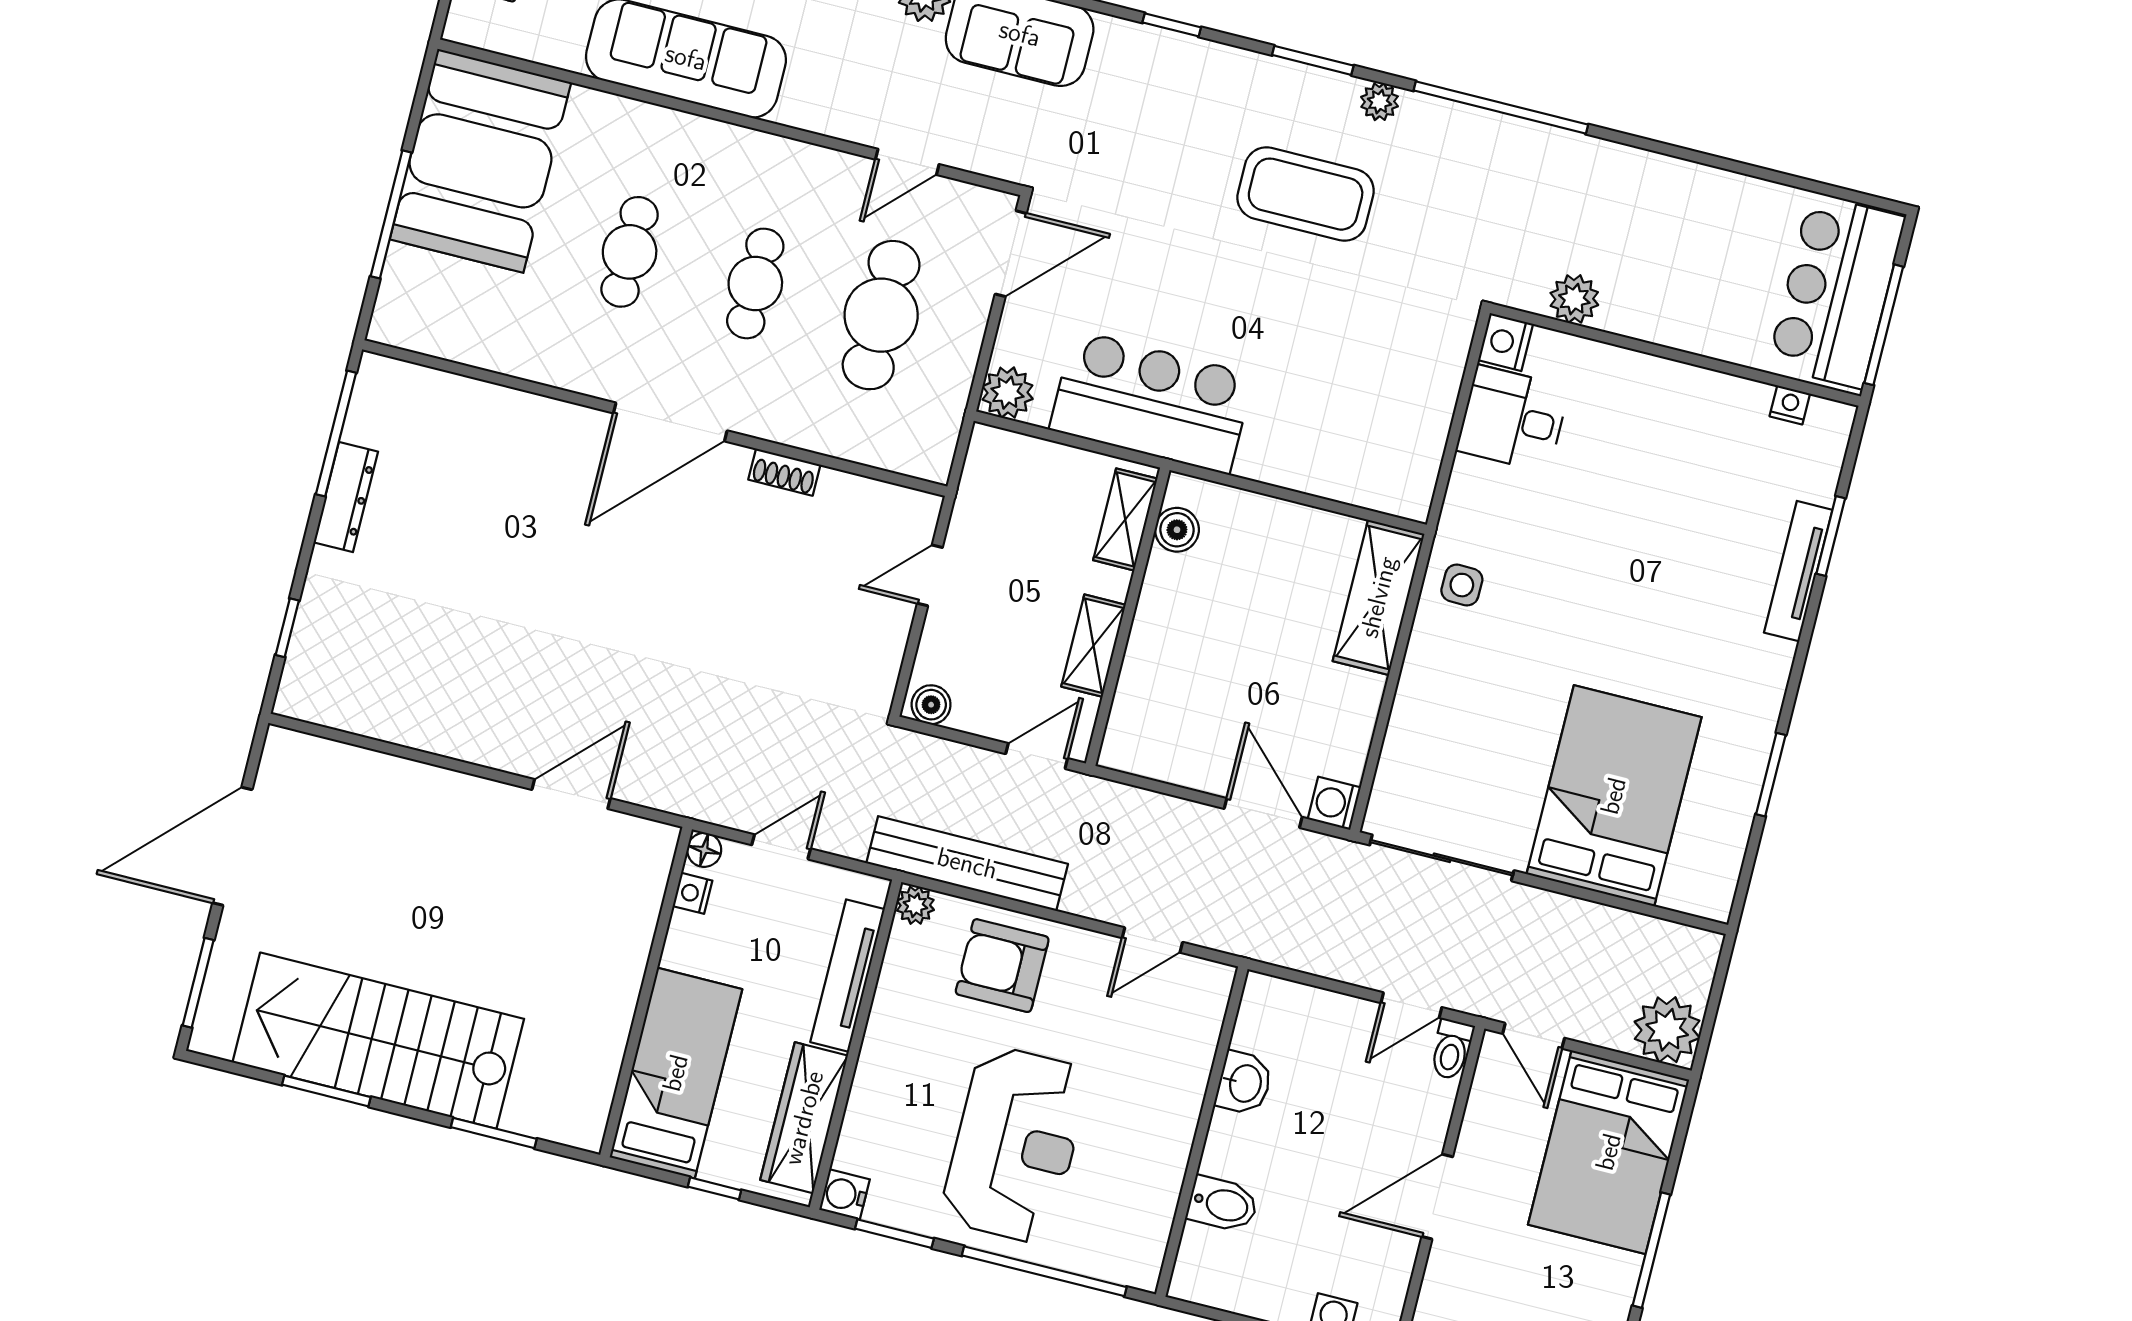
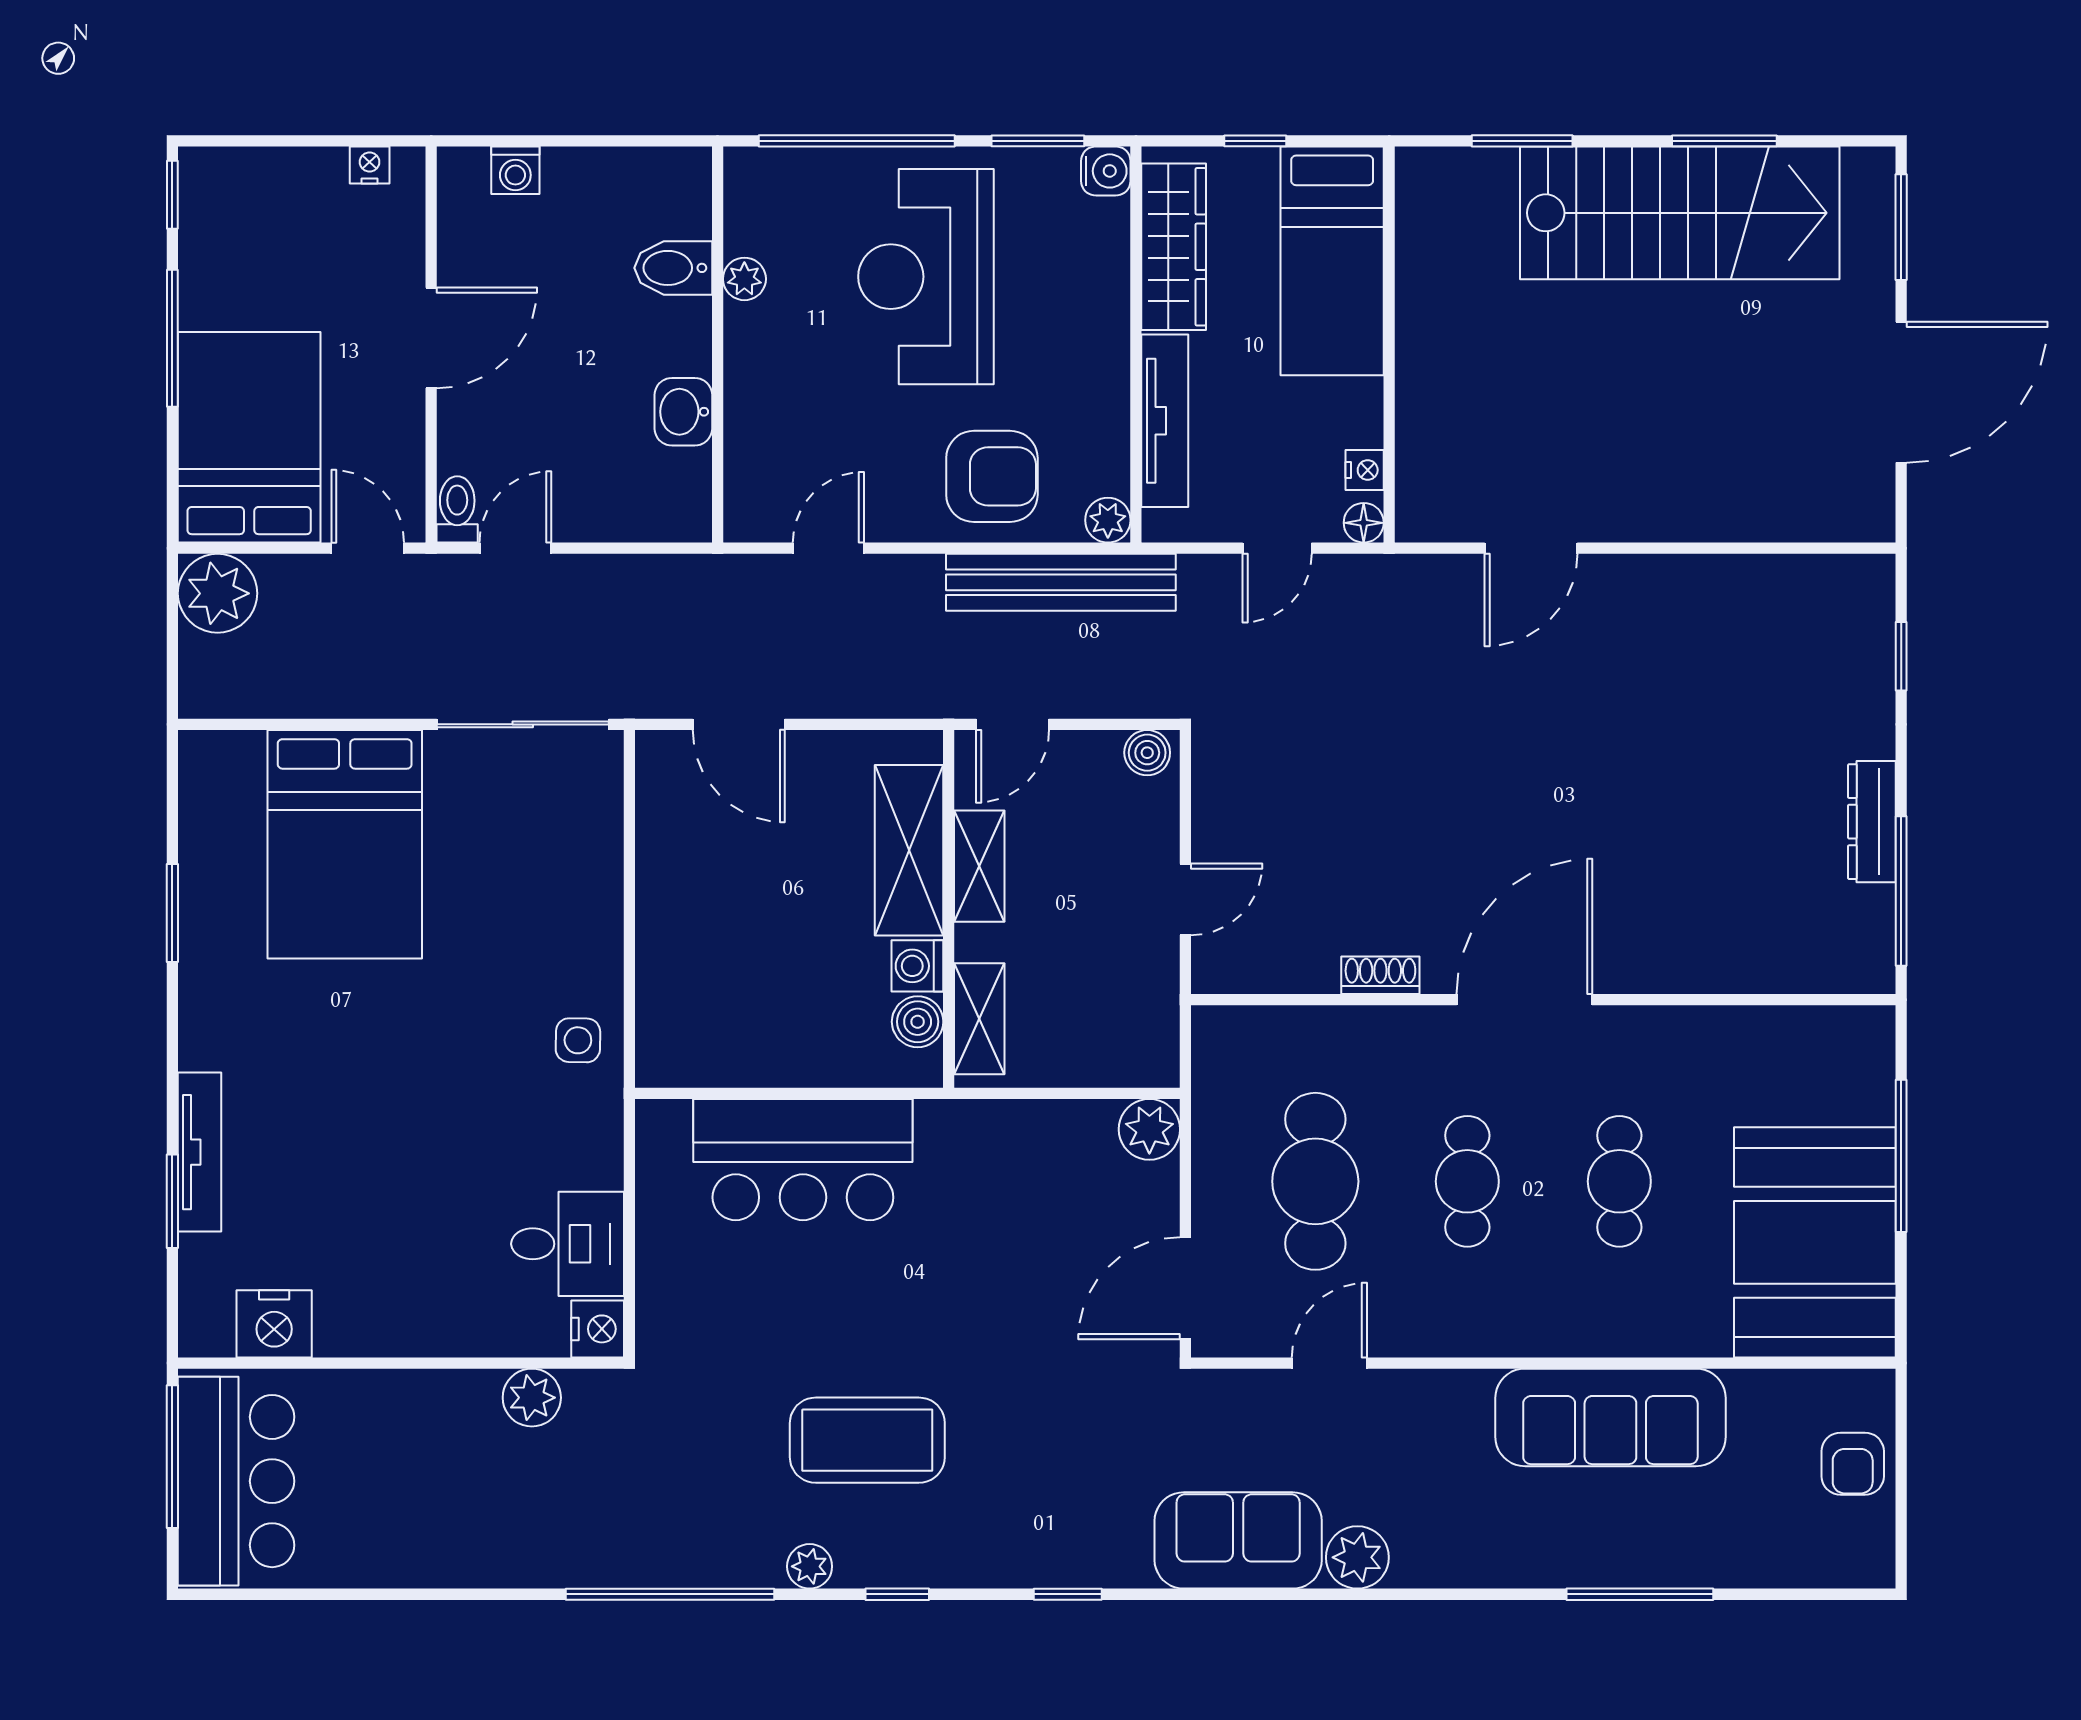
window: (1313, 60) -> (897, 1594), width x0.67
bar counter: (1152, 402) -> (803, 1160), moved
nightstand: (1790, 405) -> (274, 1324), width x1.89, depth x1.79
shelving: (1379, 597) -> (909, 850), moved
washing machine: (1334, 803) -> (917, 966), moved, turned 180
plant: (1166, 1180) -> (744, 279), added

